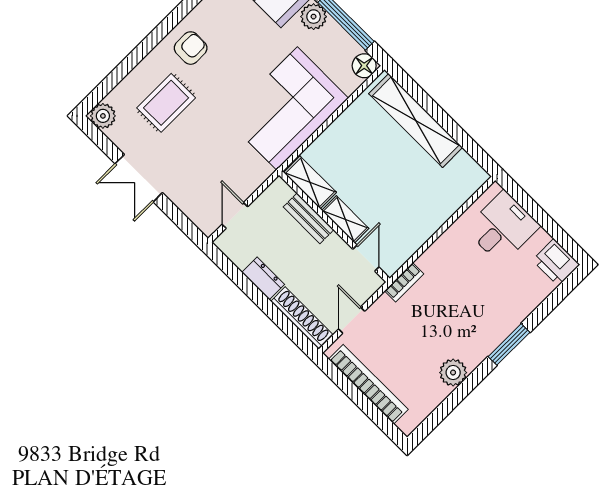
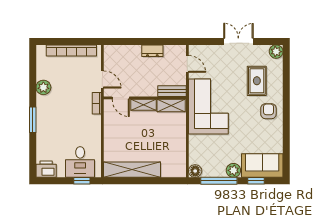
armchair: (191, 48) -> (268, 111), turned 180
corner sofa: (287, 108) -> (208, 106), moved
shelving: (416, 120) -> (132, 170), moved
window: (525, 201) -> (82, 181), added
bench: (309, 218) -> (172, 91), moved
shoe rack: (302, 318) -> (123, 50), removed
door: (352, 320) -> (102, 80), moved

